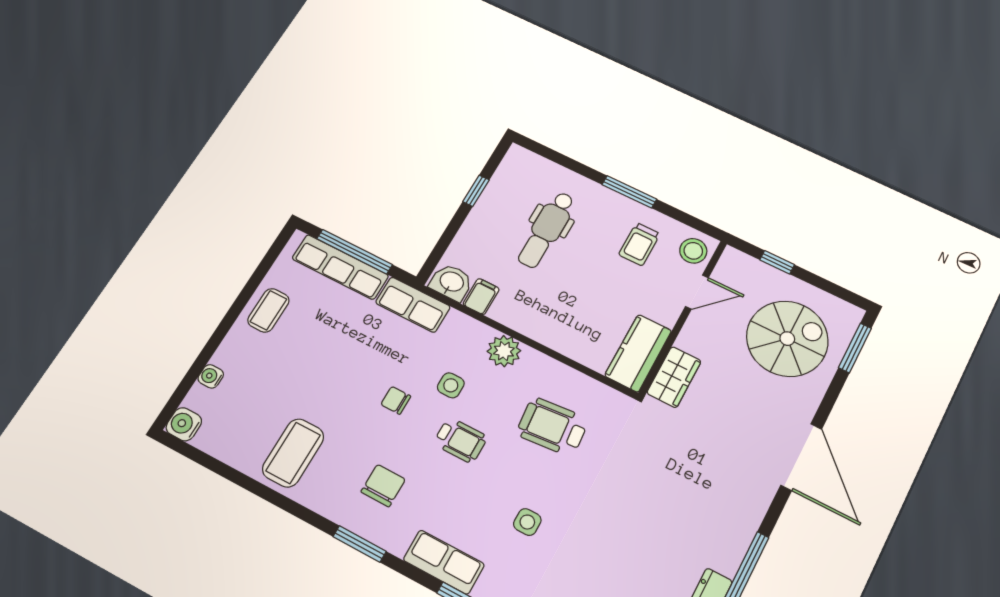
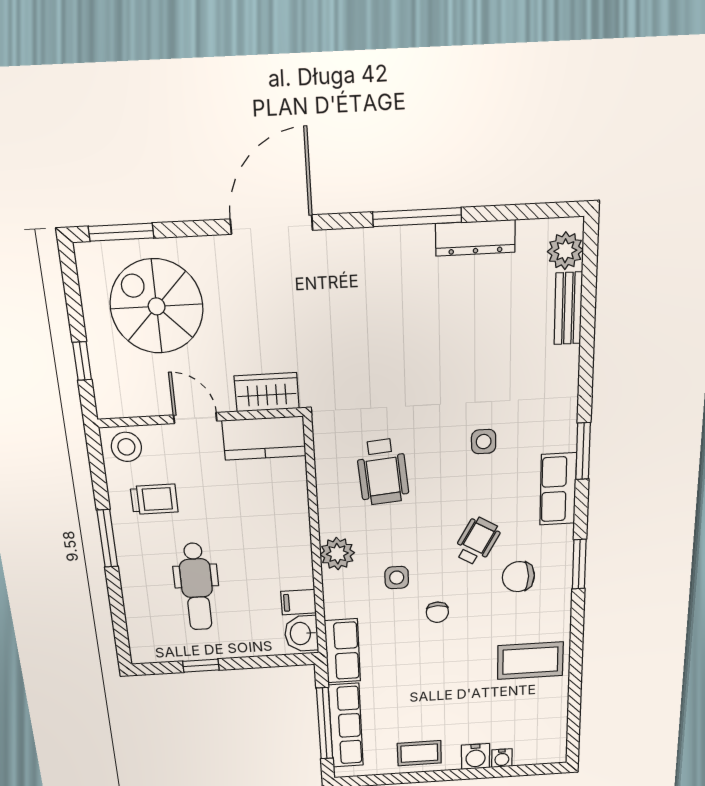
dental chair: (546, 230) -> (197, 587), turned 90
door: (697, 292) -> (195, 418), moved
water cooler: (184, 424) -> (476, 757), moved
wheelchair: (460, 440) -> (477, 541), moved, turned 30

